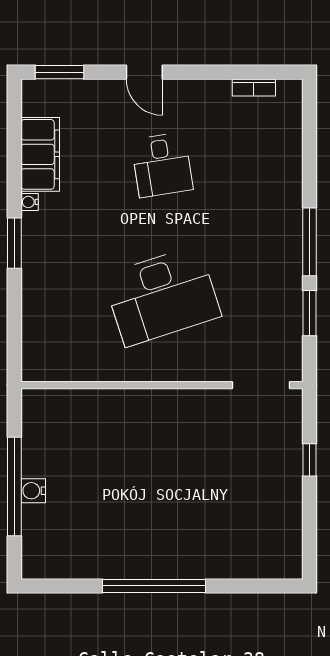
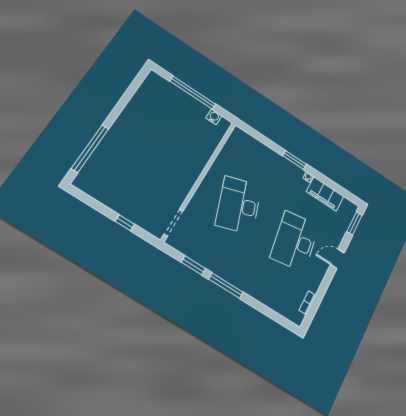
desk: (162, 165) -> (295, 241), width x1.87, depth x1.30
water cooler: (33, 491) -> (214, 117), moved
window: (154, 586) -> (90, 148), moved

